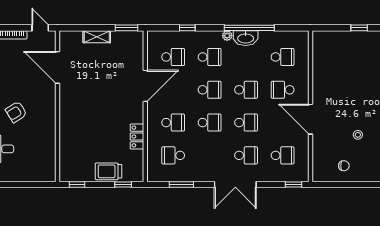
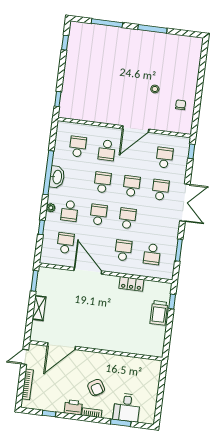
window: (359, 28) -> (58, 99), moved
plant: (227, 36) -> (51, 208), moved
school desk: (210, 57) -> (70, 211), turned 180
window: (77, 184) -> (167, 342), removed

